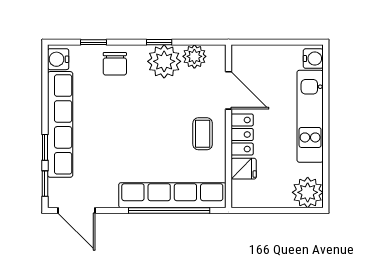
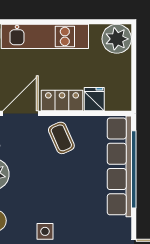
side table: (103, 116) -> (45, 231), added
coffee table: (203, 134) -> (61, 138), turned 66

